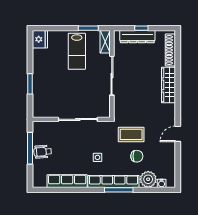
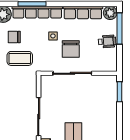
window: (30, 84) -> (120, 92), moved
chair: (79, 144) -> (71, 49), added
window: (30, 148) -> (120, 28), moved
plant: (39, 181) -> (110, 13), added

